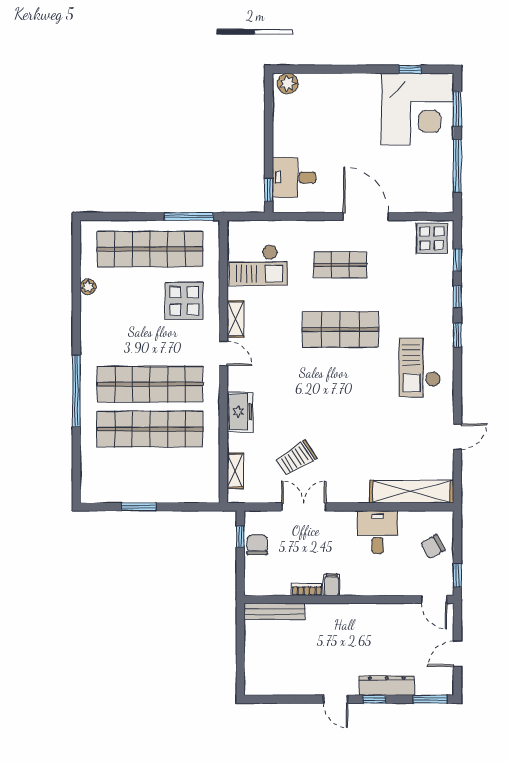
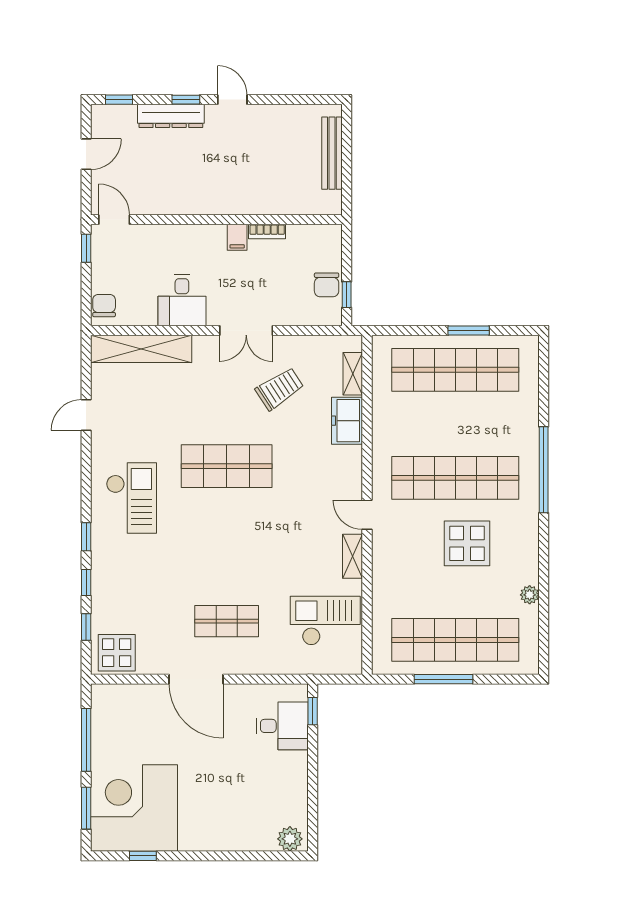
window: (189, 216) -> (443, 679), moved
display table: (184, 301) -> (467, 543), moved
shop shelf: (340, 329) -> (227, 466), moved
freezer: (240, 412) -> (347, 421), moved
shop shelf: (150, 429) -> (455, 370), moved
double door: (304, 507) -> (246, 331), moved
chair: (433, 547) -> (104, 306), moved, turned -62
bench: (274, 612) -> (332, 153), moved, turned 90
window: (430, 699) -> (119, 100), width x0.67

